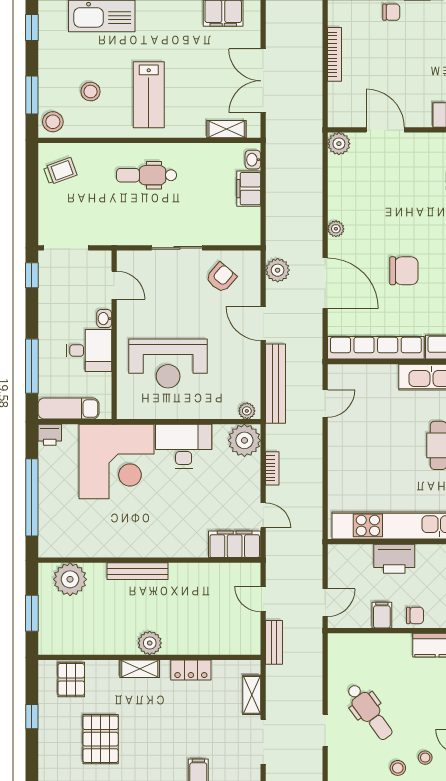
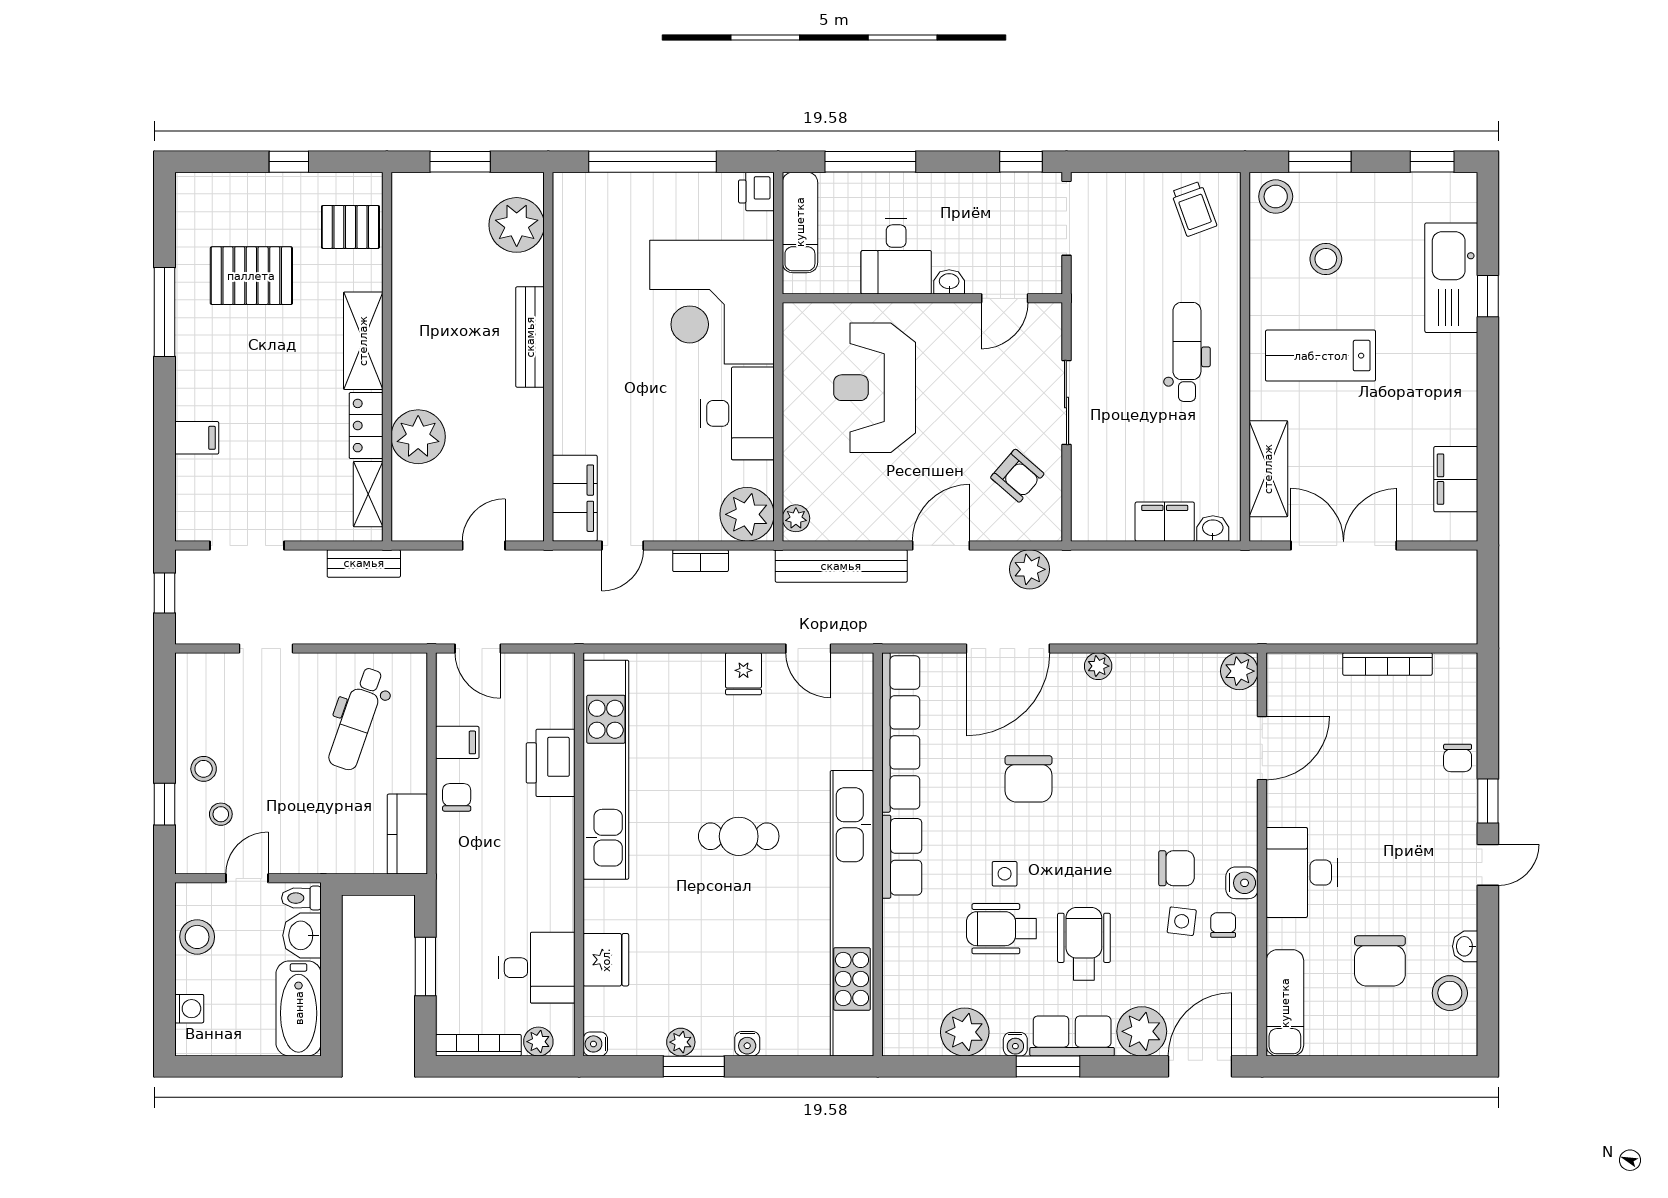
shelving: (227, 129) -> (1268, 469), width x1.50, depth x1.33
fridge: (340, 443) -> (743, 674), added
chair: (415, 615) -> (457, 797), turned 180
bench: (274, 642) -> (364, 563), moved
plant: (150, 643) -> (418, 437), moved, width x1.36, depth x1.36
shelving: (140, 669) -> (363, 341), width x1.50, depth x1.33
shelving: (252, 695) -> (368, 494), moved, turned 90
dental chair: (370, 712) -> (357, 719), moved, turned -35

